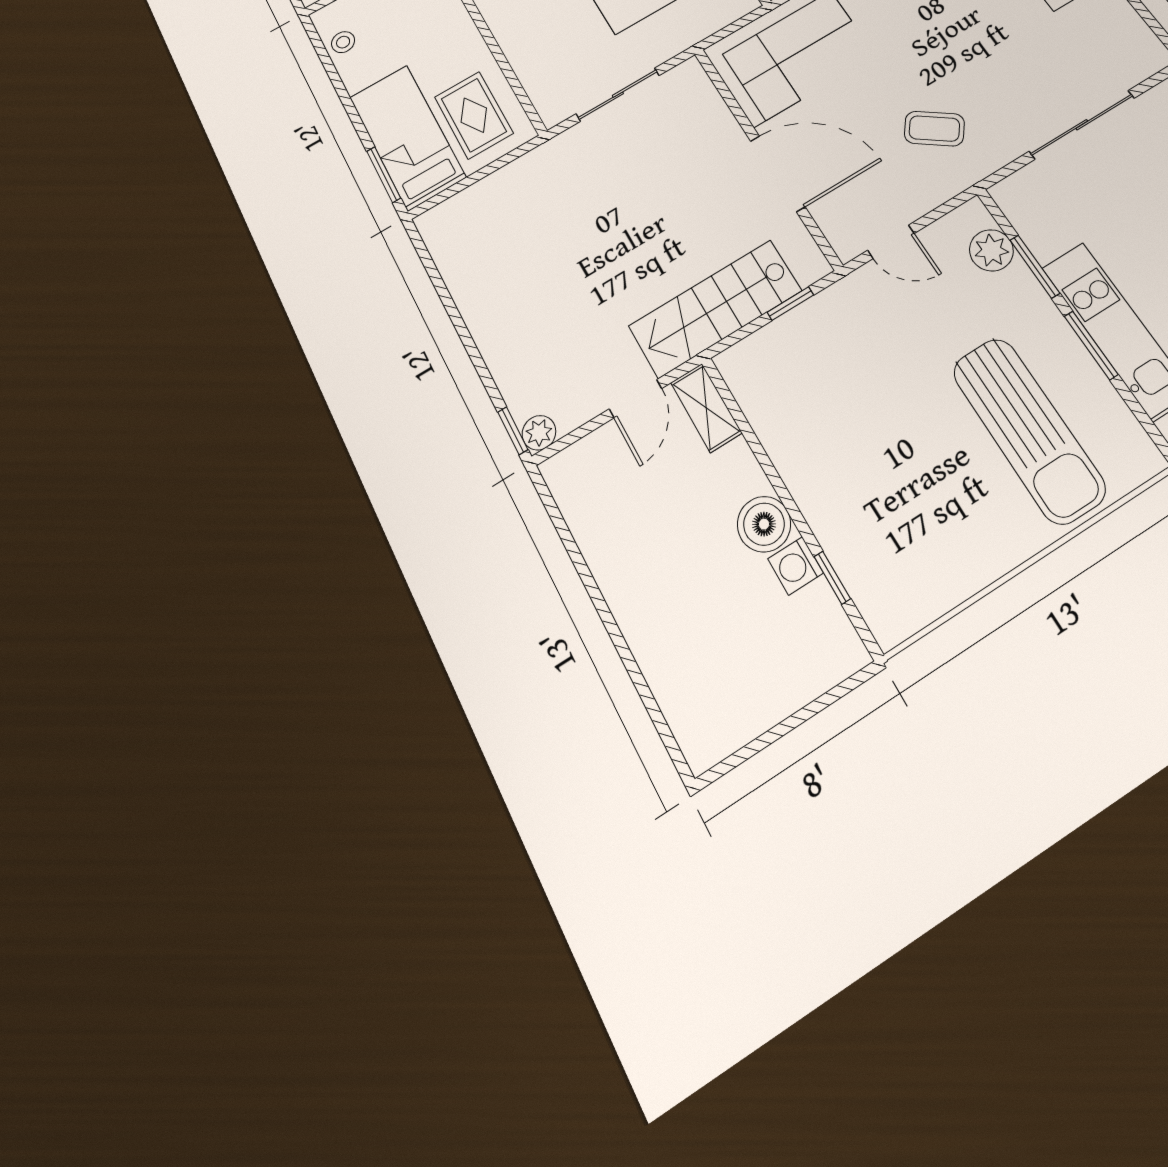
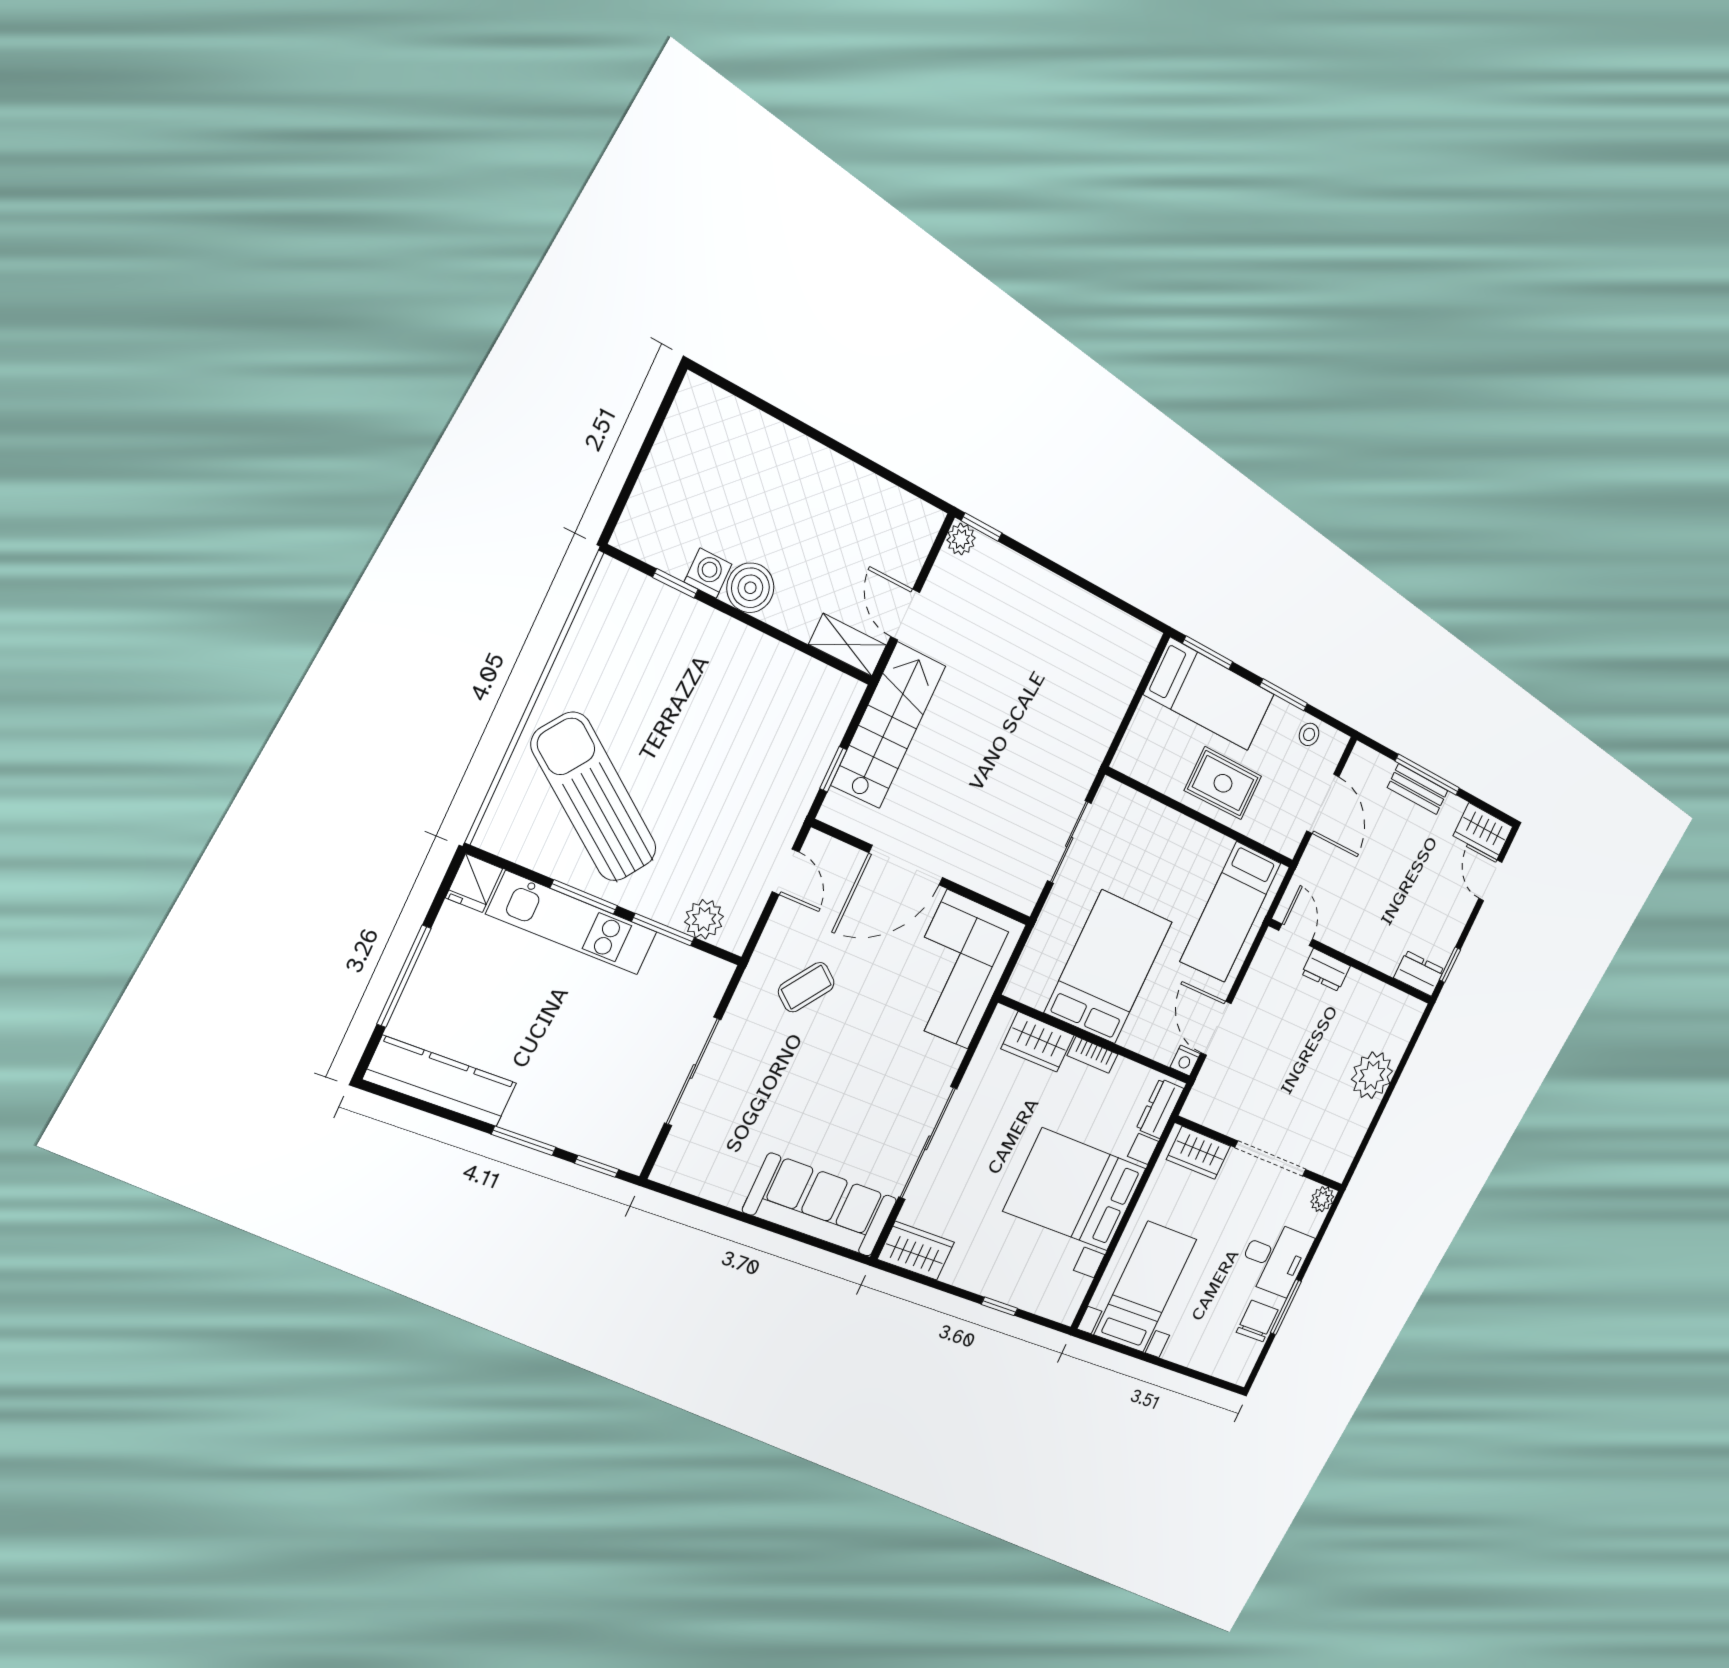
window: (342, 91) -> (1284, 695), added
rug: (474, 115) -> (1223, 783), moved
door: (891, 242) -> (786, 872), swing flipped
sun lounger: (1028, 430) -> (594, 797), turned 36

